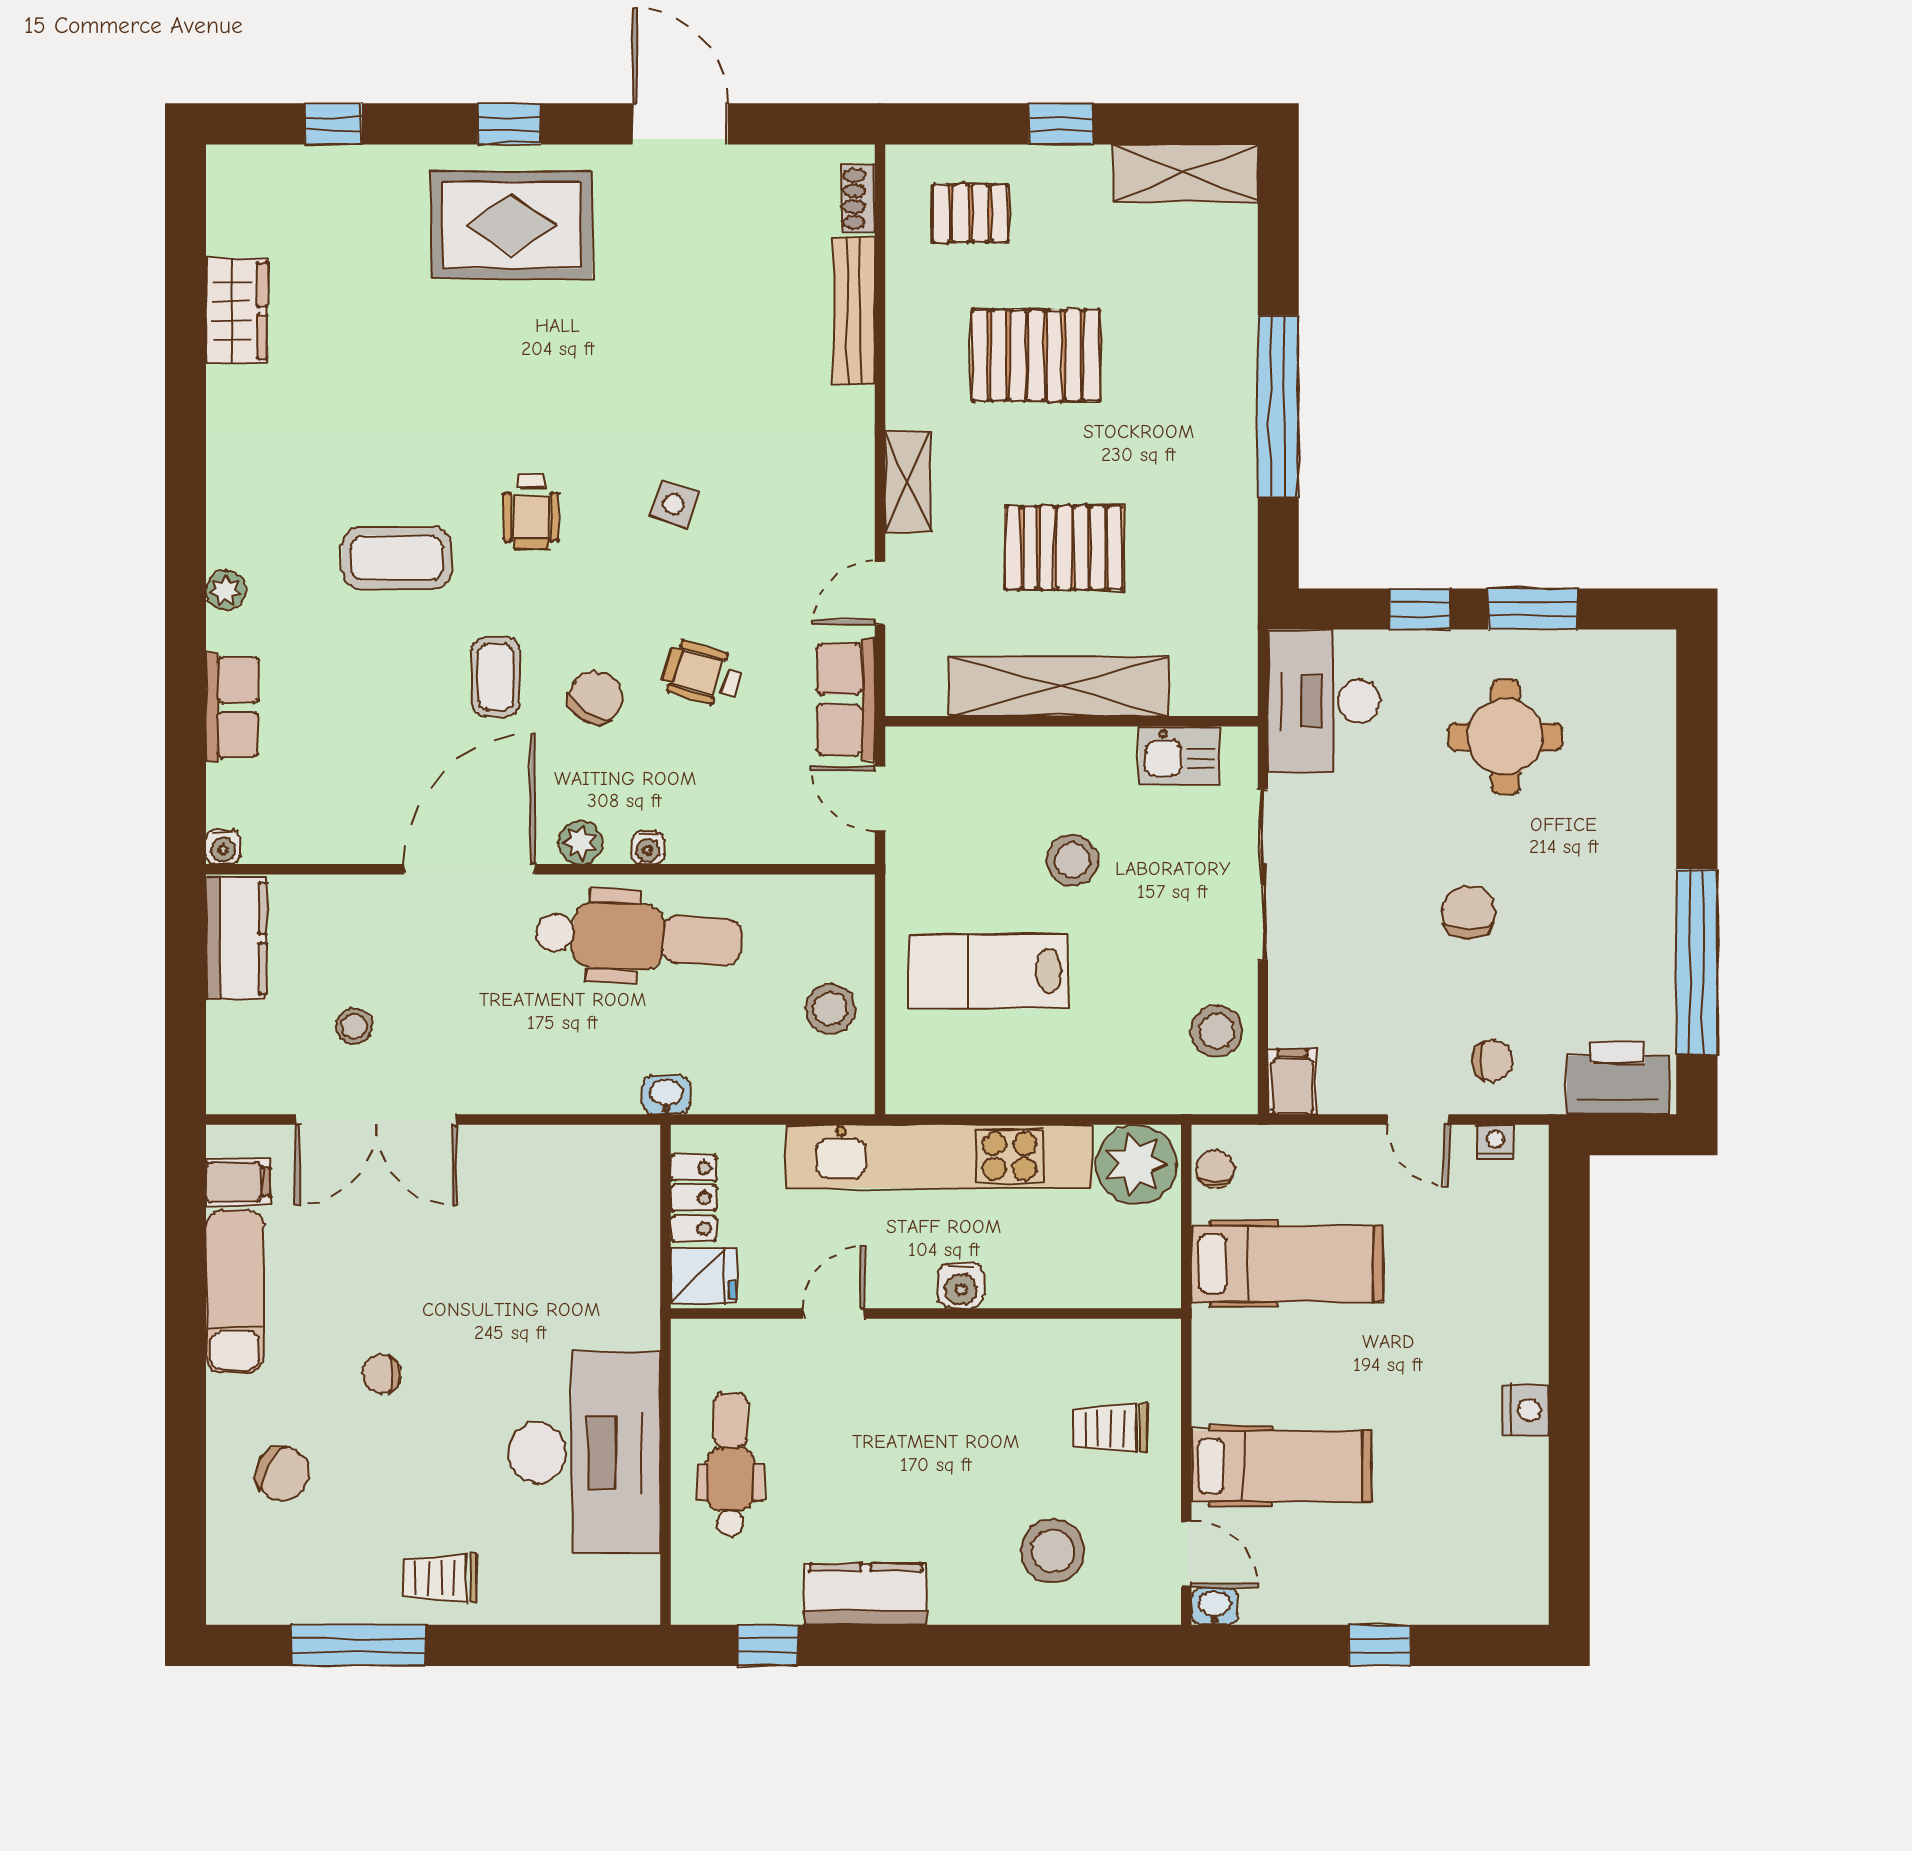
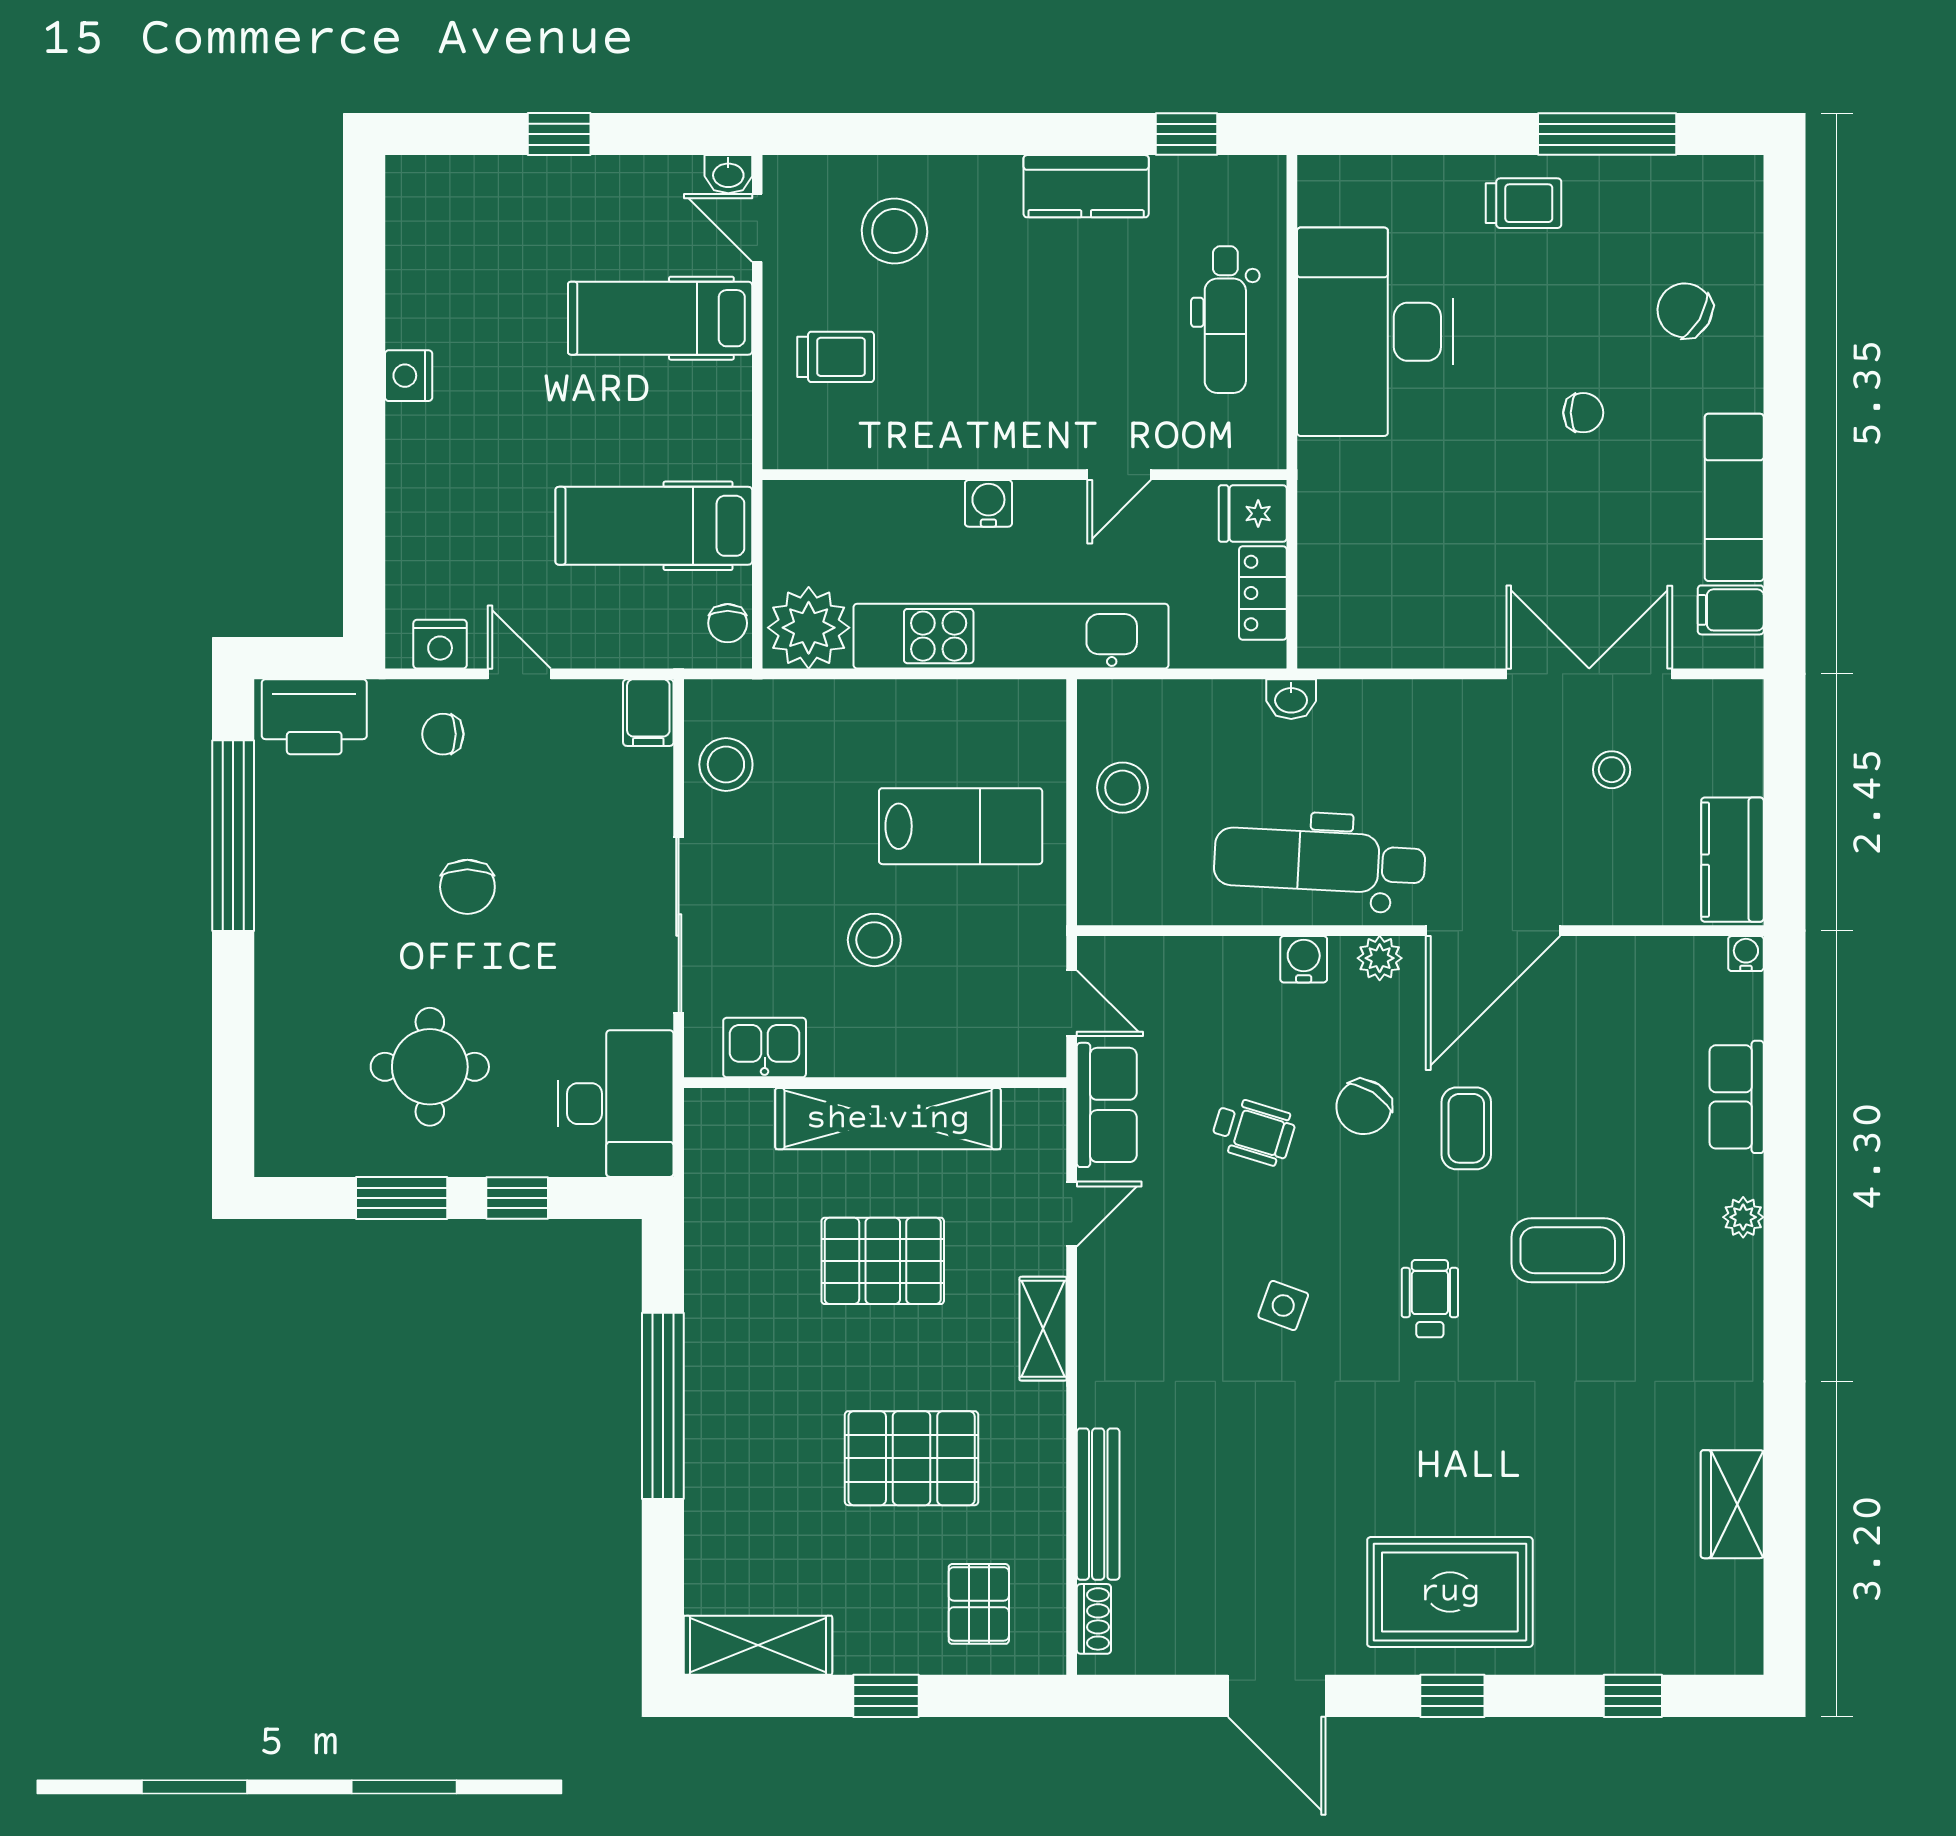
pallet: (970, 213) -> (979, 1604), turned 90
water cooler: (648, 848) -> (1304, 959), width x1.38, depth x1.38
nightstand: (1495, 1142) -> (440, 644), width x1.39, depth x1.35

